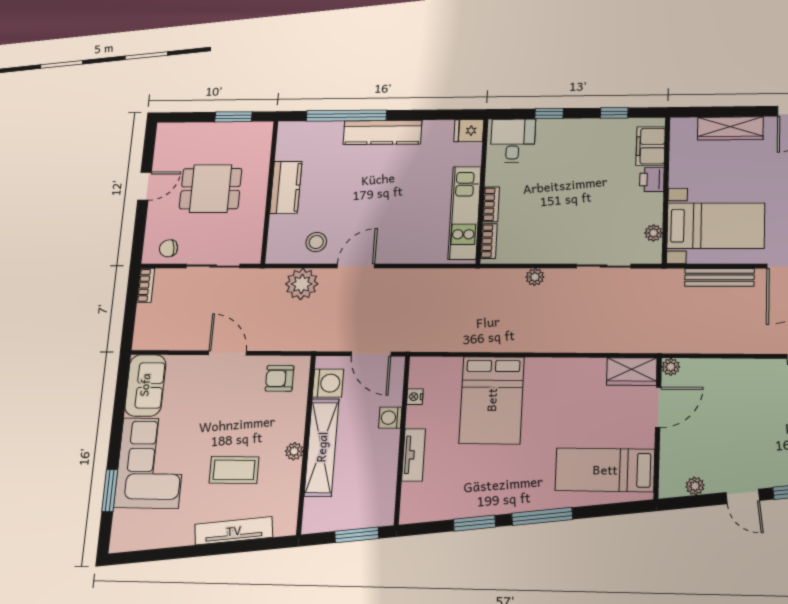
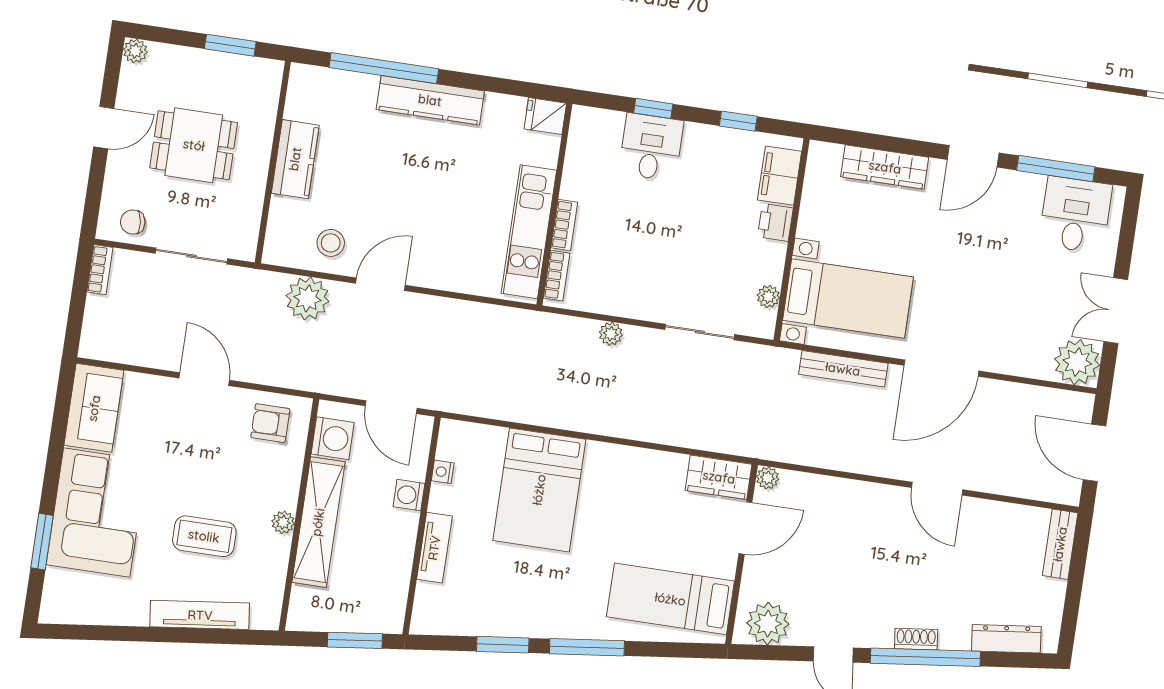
plant: (165, 131) -> (135, 51), added
desk: (513, 141) -> (651, 147), moved
plant: (695, 486) -> (768, 624), width x1.88, depth x1.88

